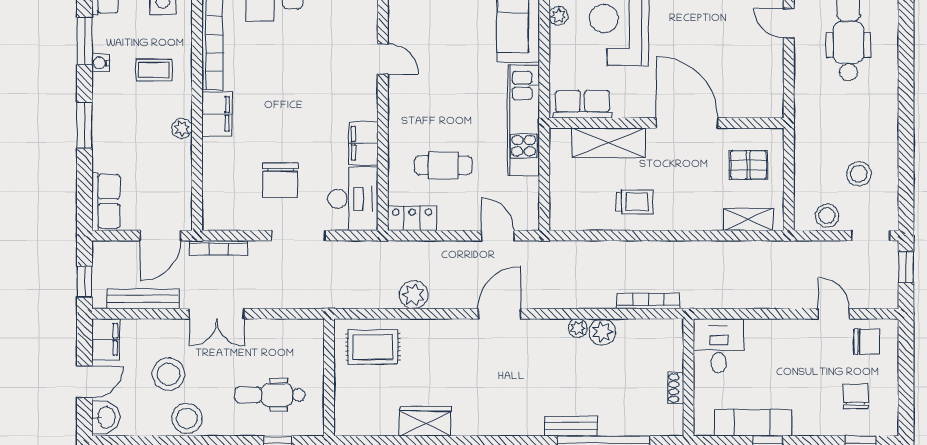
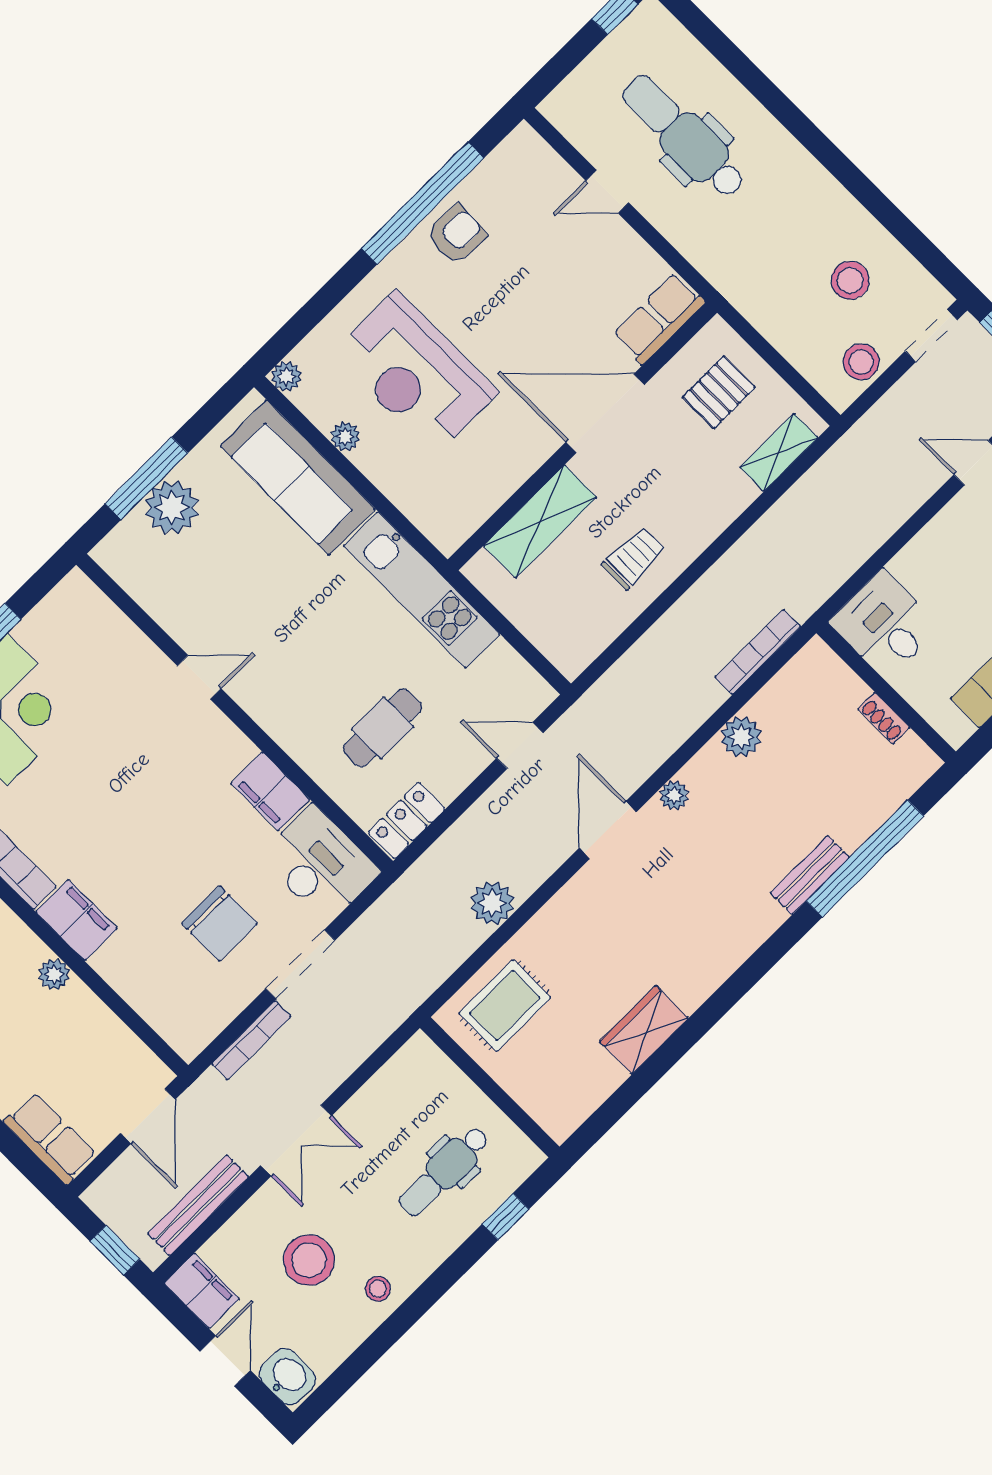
row of seats: (582, 104) -> (659, 318), moved
bookcase: (219, 248) -> (251, 1040), moved
plant: (578, 328) -> (674, 795), moved
stool: (187, 418) -> (378, 1289), width x0.53, depth x0.53

